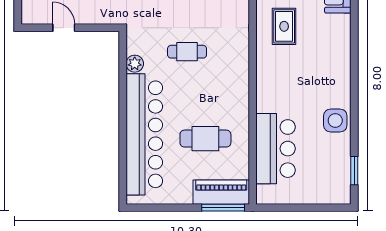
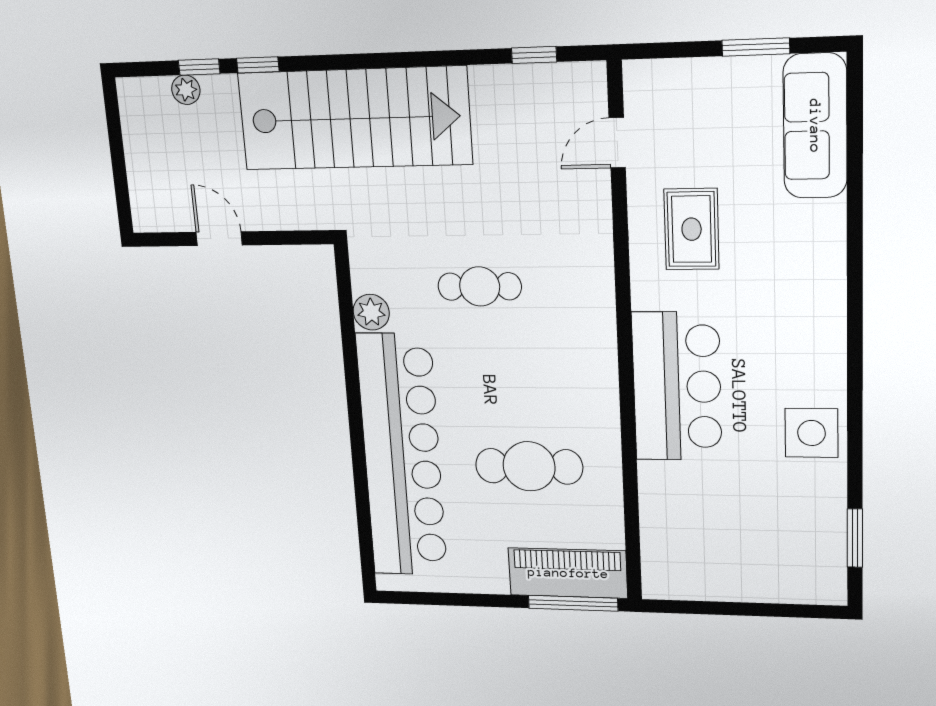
bar counter: (276, 149) -> (677, 387), moved

